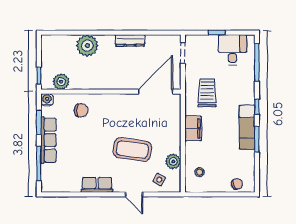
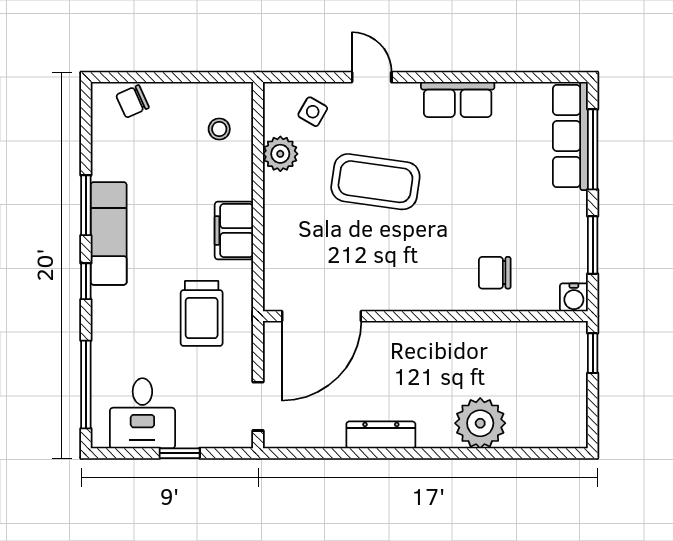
plant: (61, 82) -> (541, 339), removed
row of seats: (48, 140) -> (570, 136), moved

